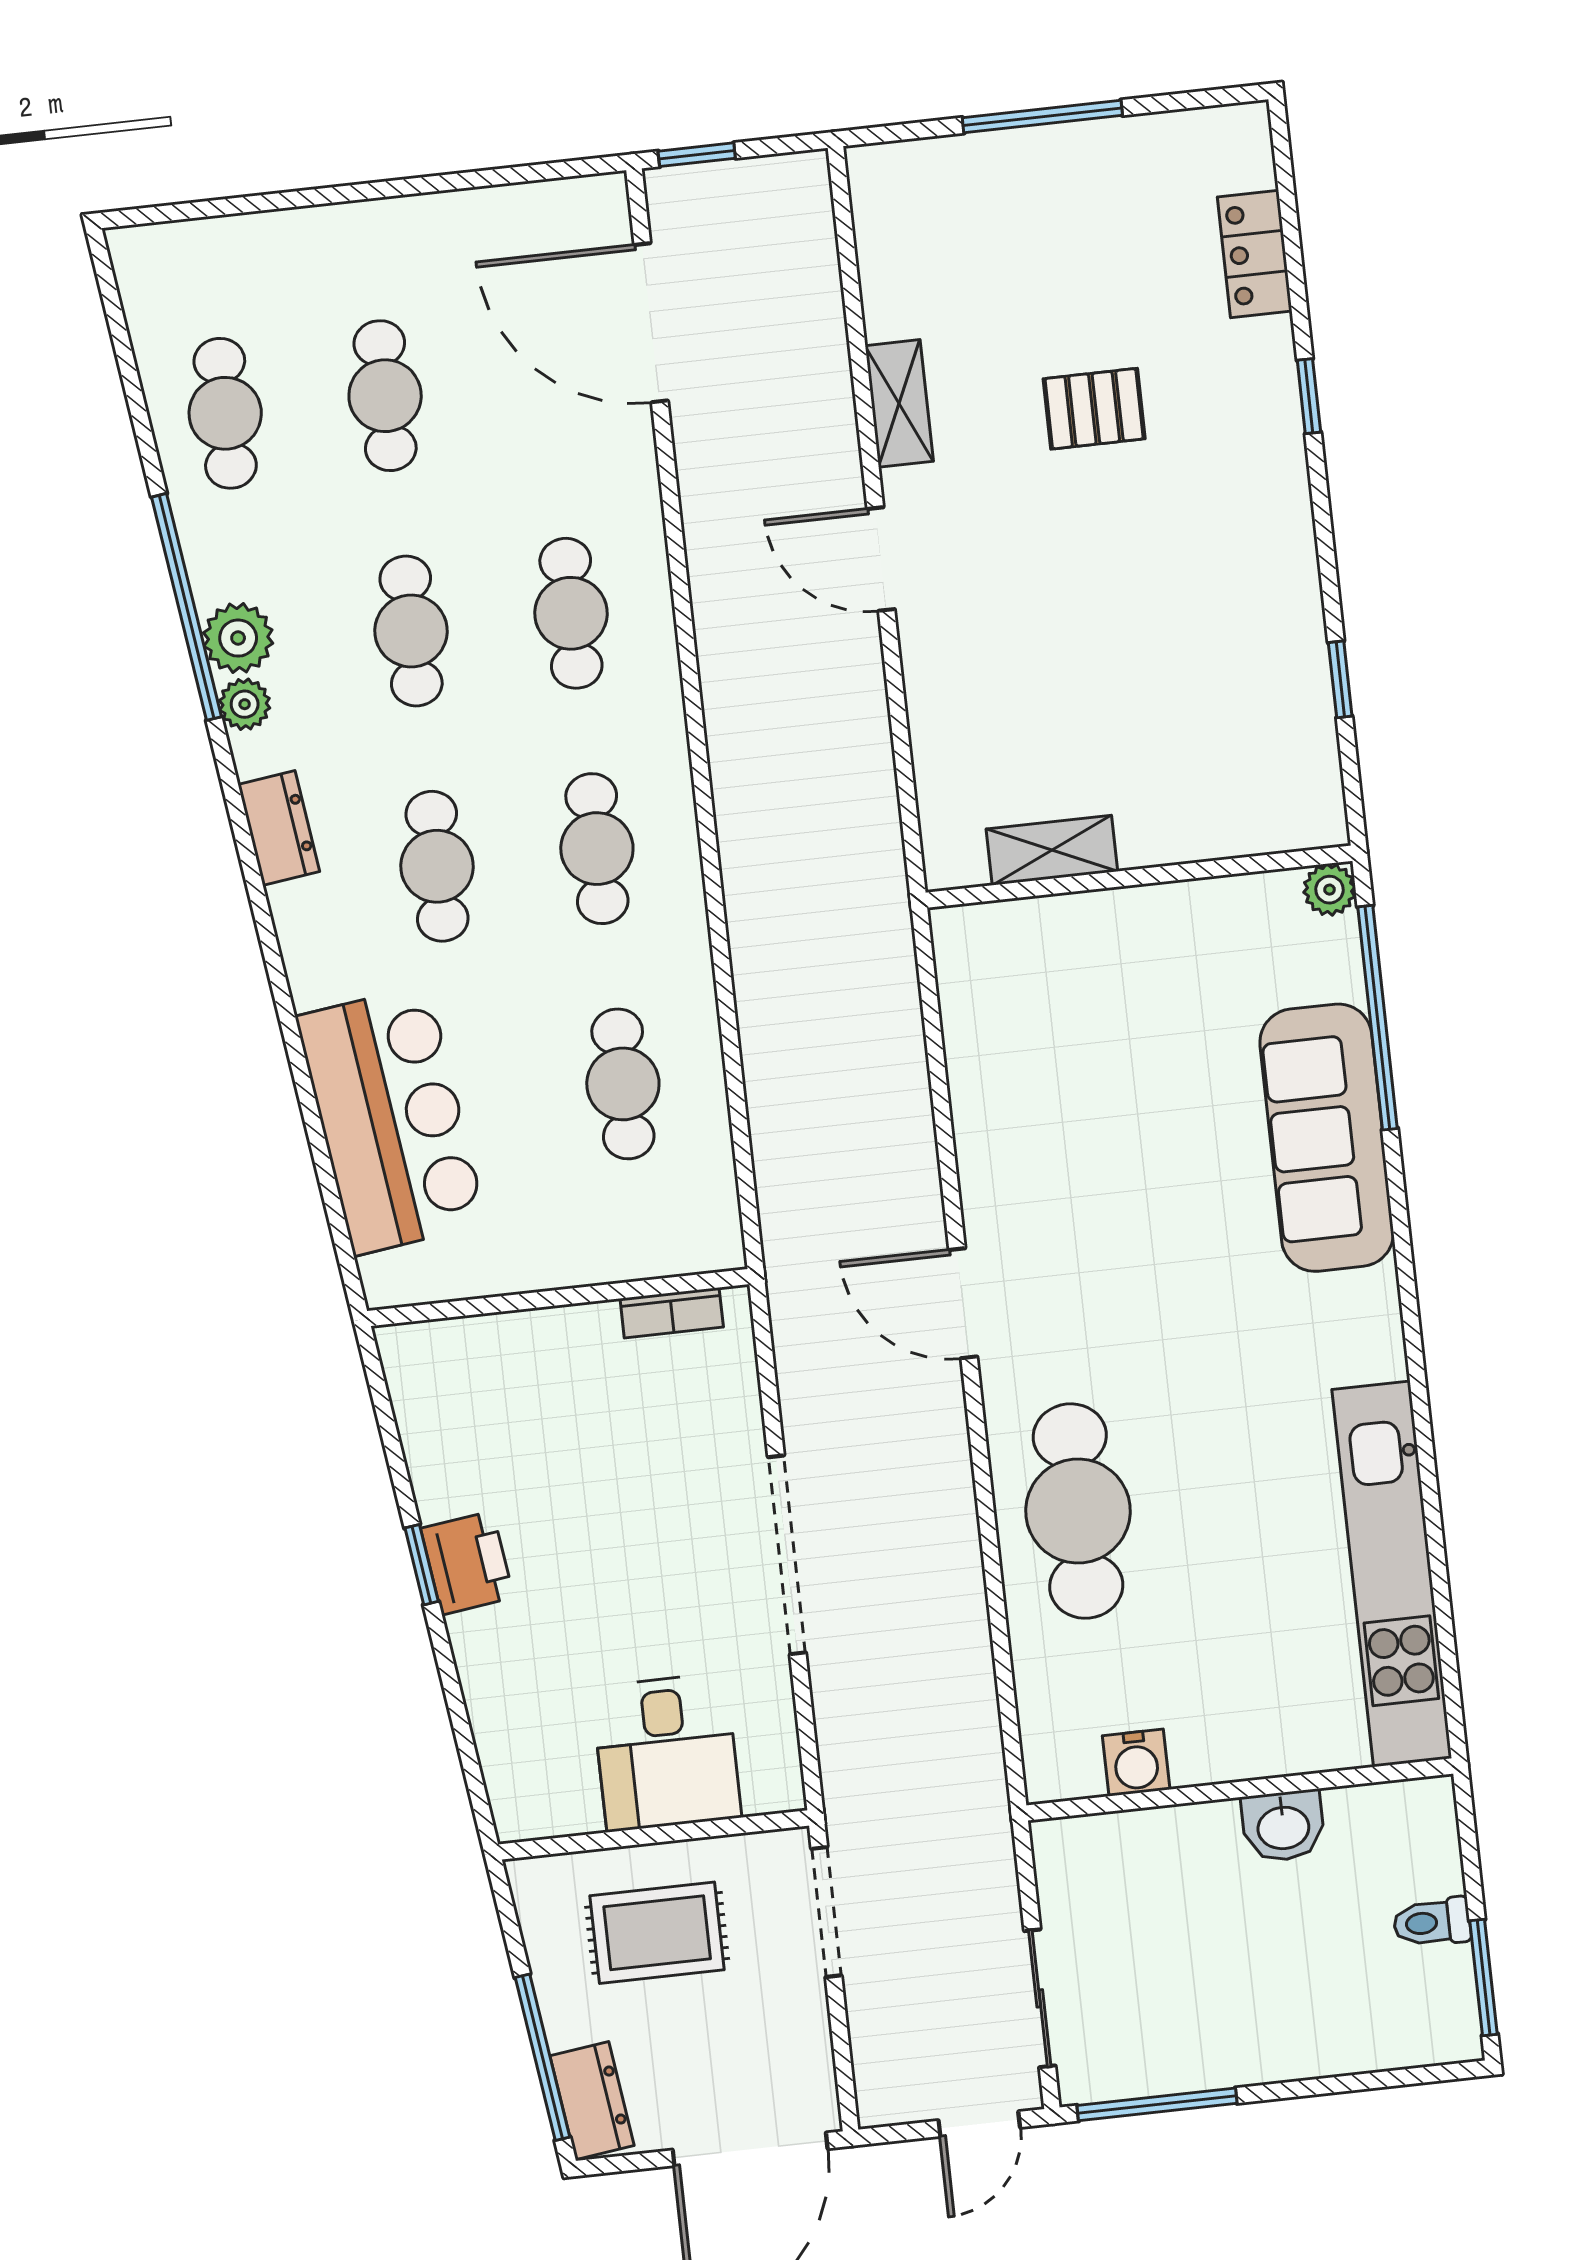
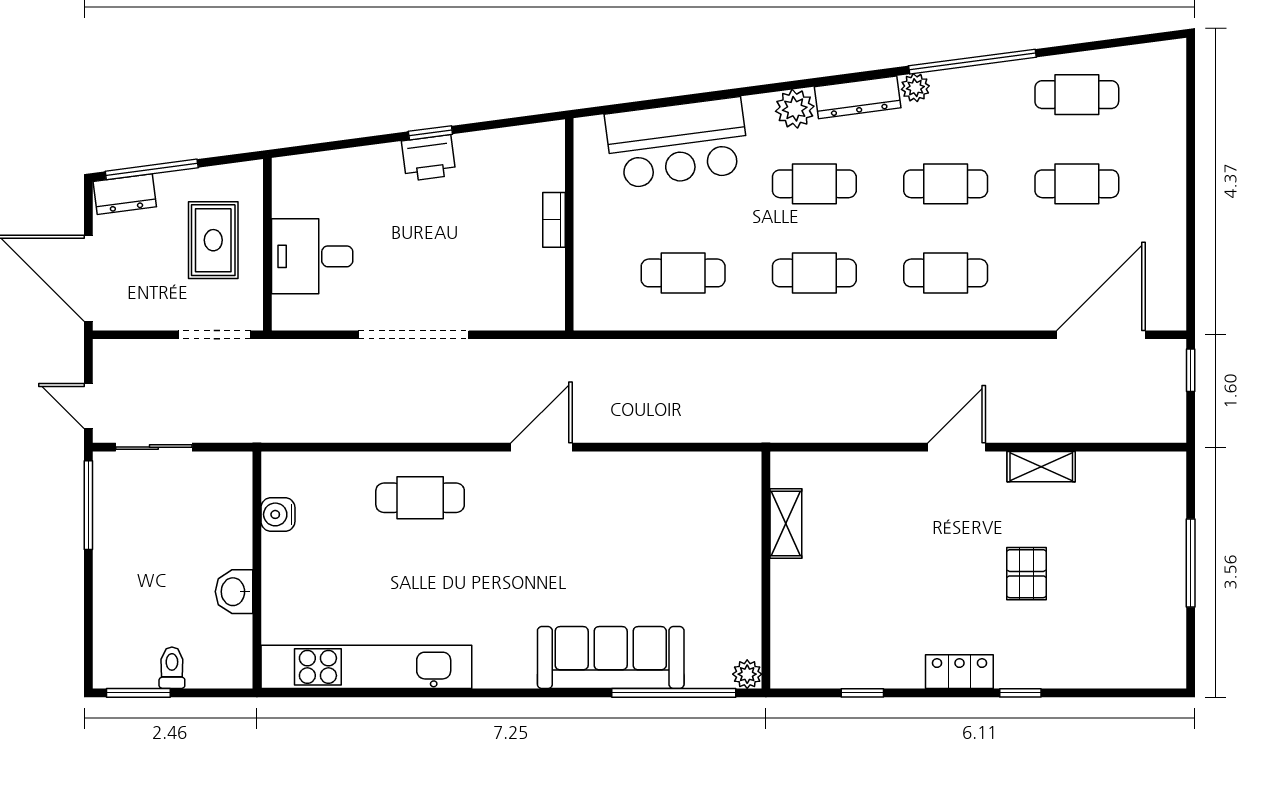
locker: (1255, 254) -> (959, 672), moved
plant: (238, 638) -> (795, 109), moved
dresser: (279, 828) -> (858, 97), width x1.44
bookcase: (672, 1313) -> (554, 220), moved
cafe table: (1078, 1511) -> (420, 498), width x0.73, depth x0.74

